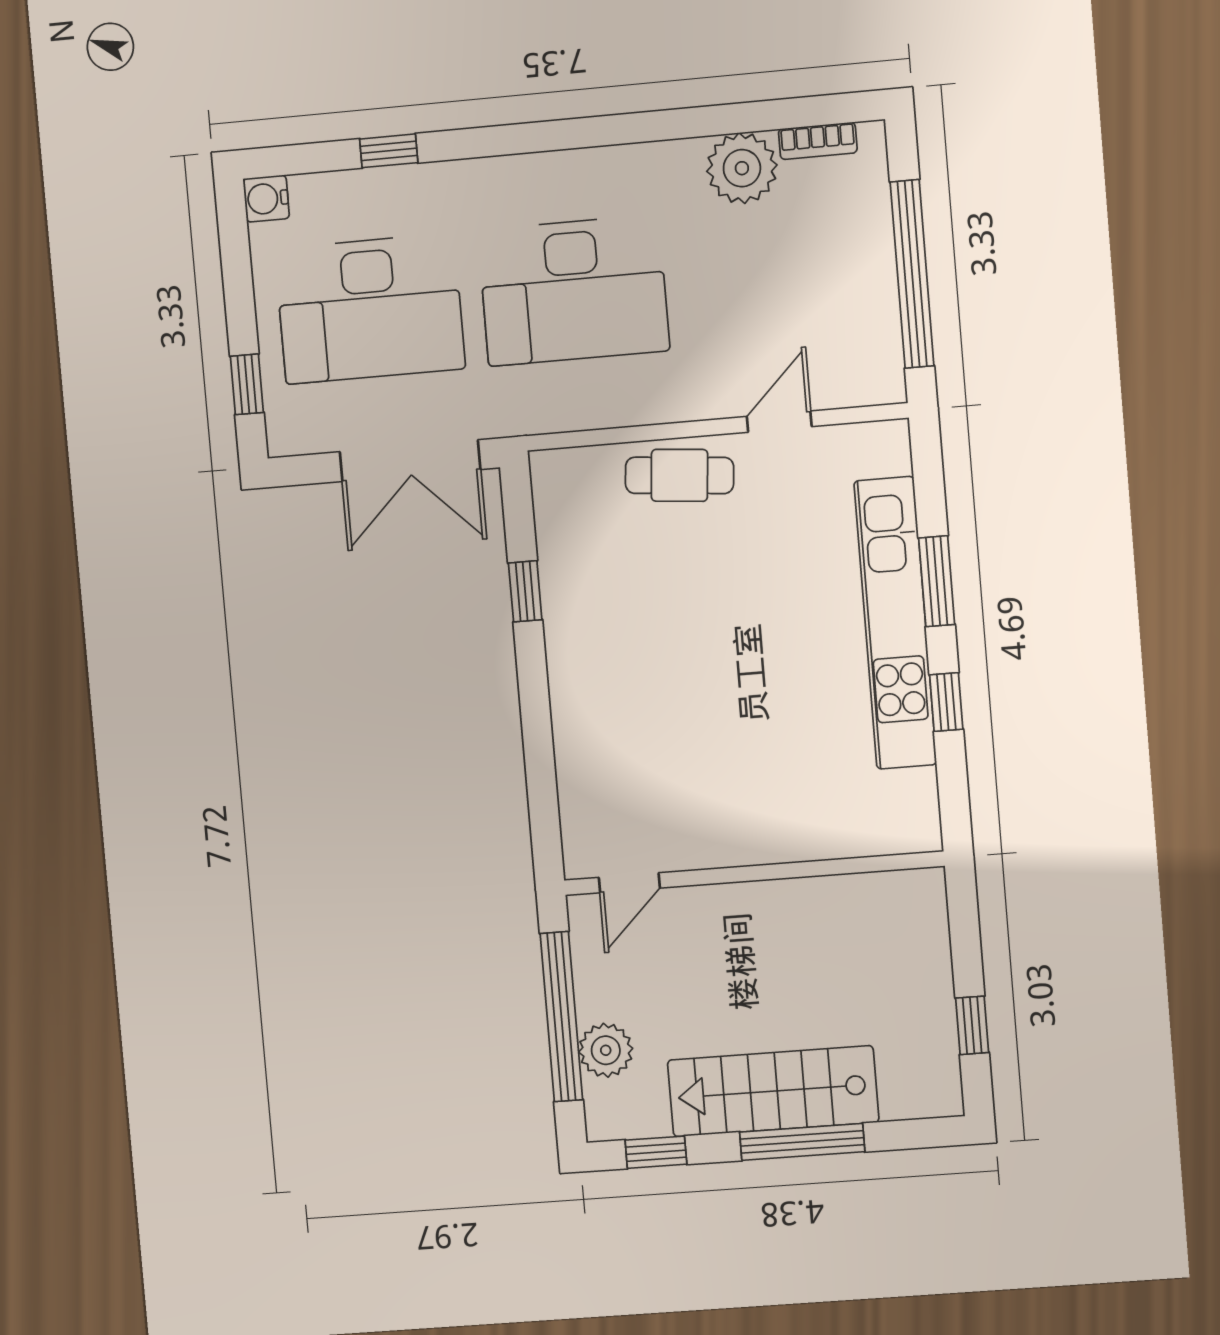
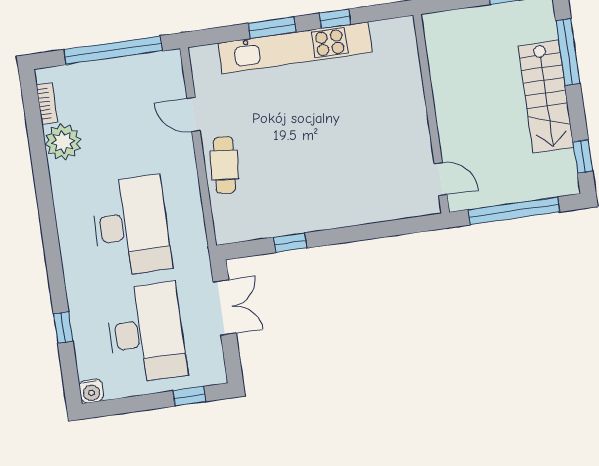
double door: (410, 461) -> (225, 307), width x0.73
plant: (606, 1050) -> (530, 186), removed
window: (802, 1142) -> (568, 52), moved

